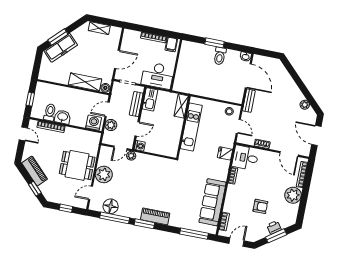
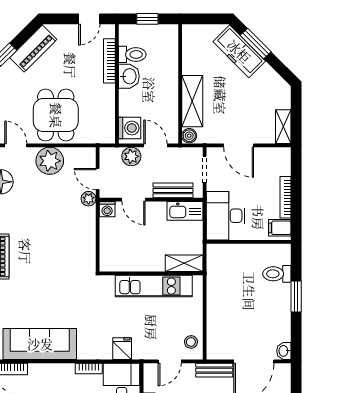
shelving: (99, 28) -> (283, 127), moved
toilet: (220, 56) -> (277, 274), moved

